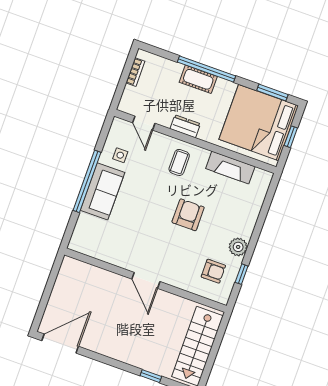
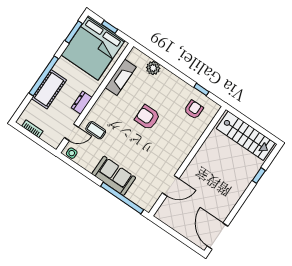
cot: (198, 79) -> (49, 89), width x1.37, depth x1.34
side table: (120, 155) -> (72, 153), moved
coffee table: (179, 162) -> (96, 130), moved
window: (87, 181) -> (122, 198), moved
plant: (238, 247) -> (153, 68), moved
door: (146, 280) -> (171, 186), moved

